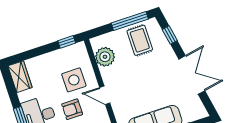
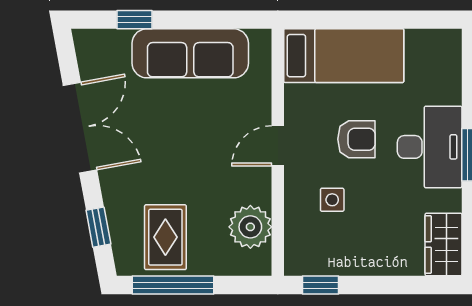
double door: (192, 75) -> (80, 128), swing flipped
side table: (74, 80) -> (332, 200), width x0.54, depth x0.54
door: (105, 95) -> (278, 146), swing flipped

